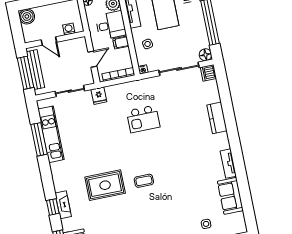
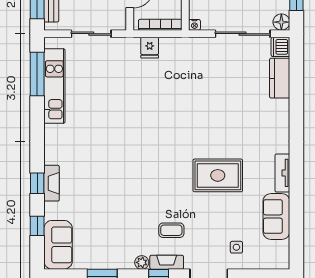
fridge: (99, 96) -> (150, 48), moved
kitchen counter: (217, 118) -> (280, 78), moved
kitchen island: (143, 119) -> (181, 91), removed
window: (39, 139) -> (37, 74), moved
coffee table: (144, 181) -> (171, 230), moved
rug: (105, 185) -> (218, 175), moved

